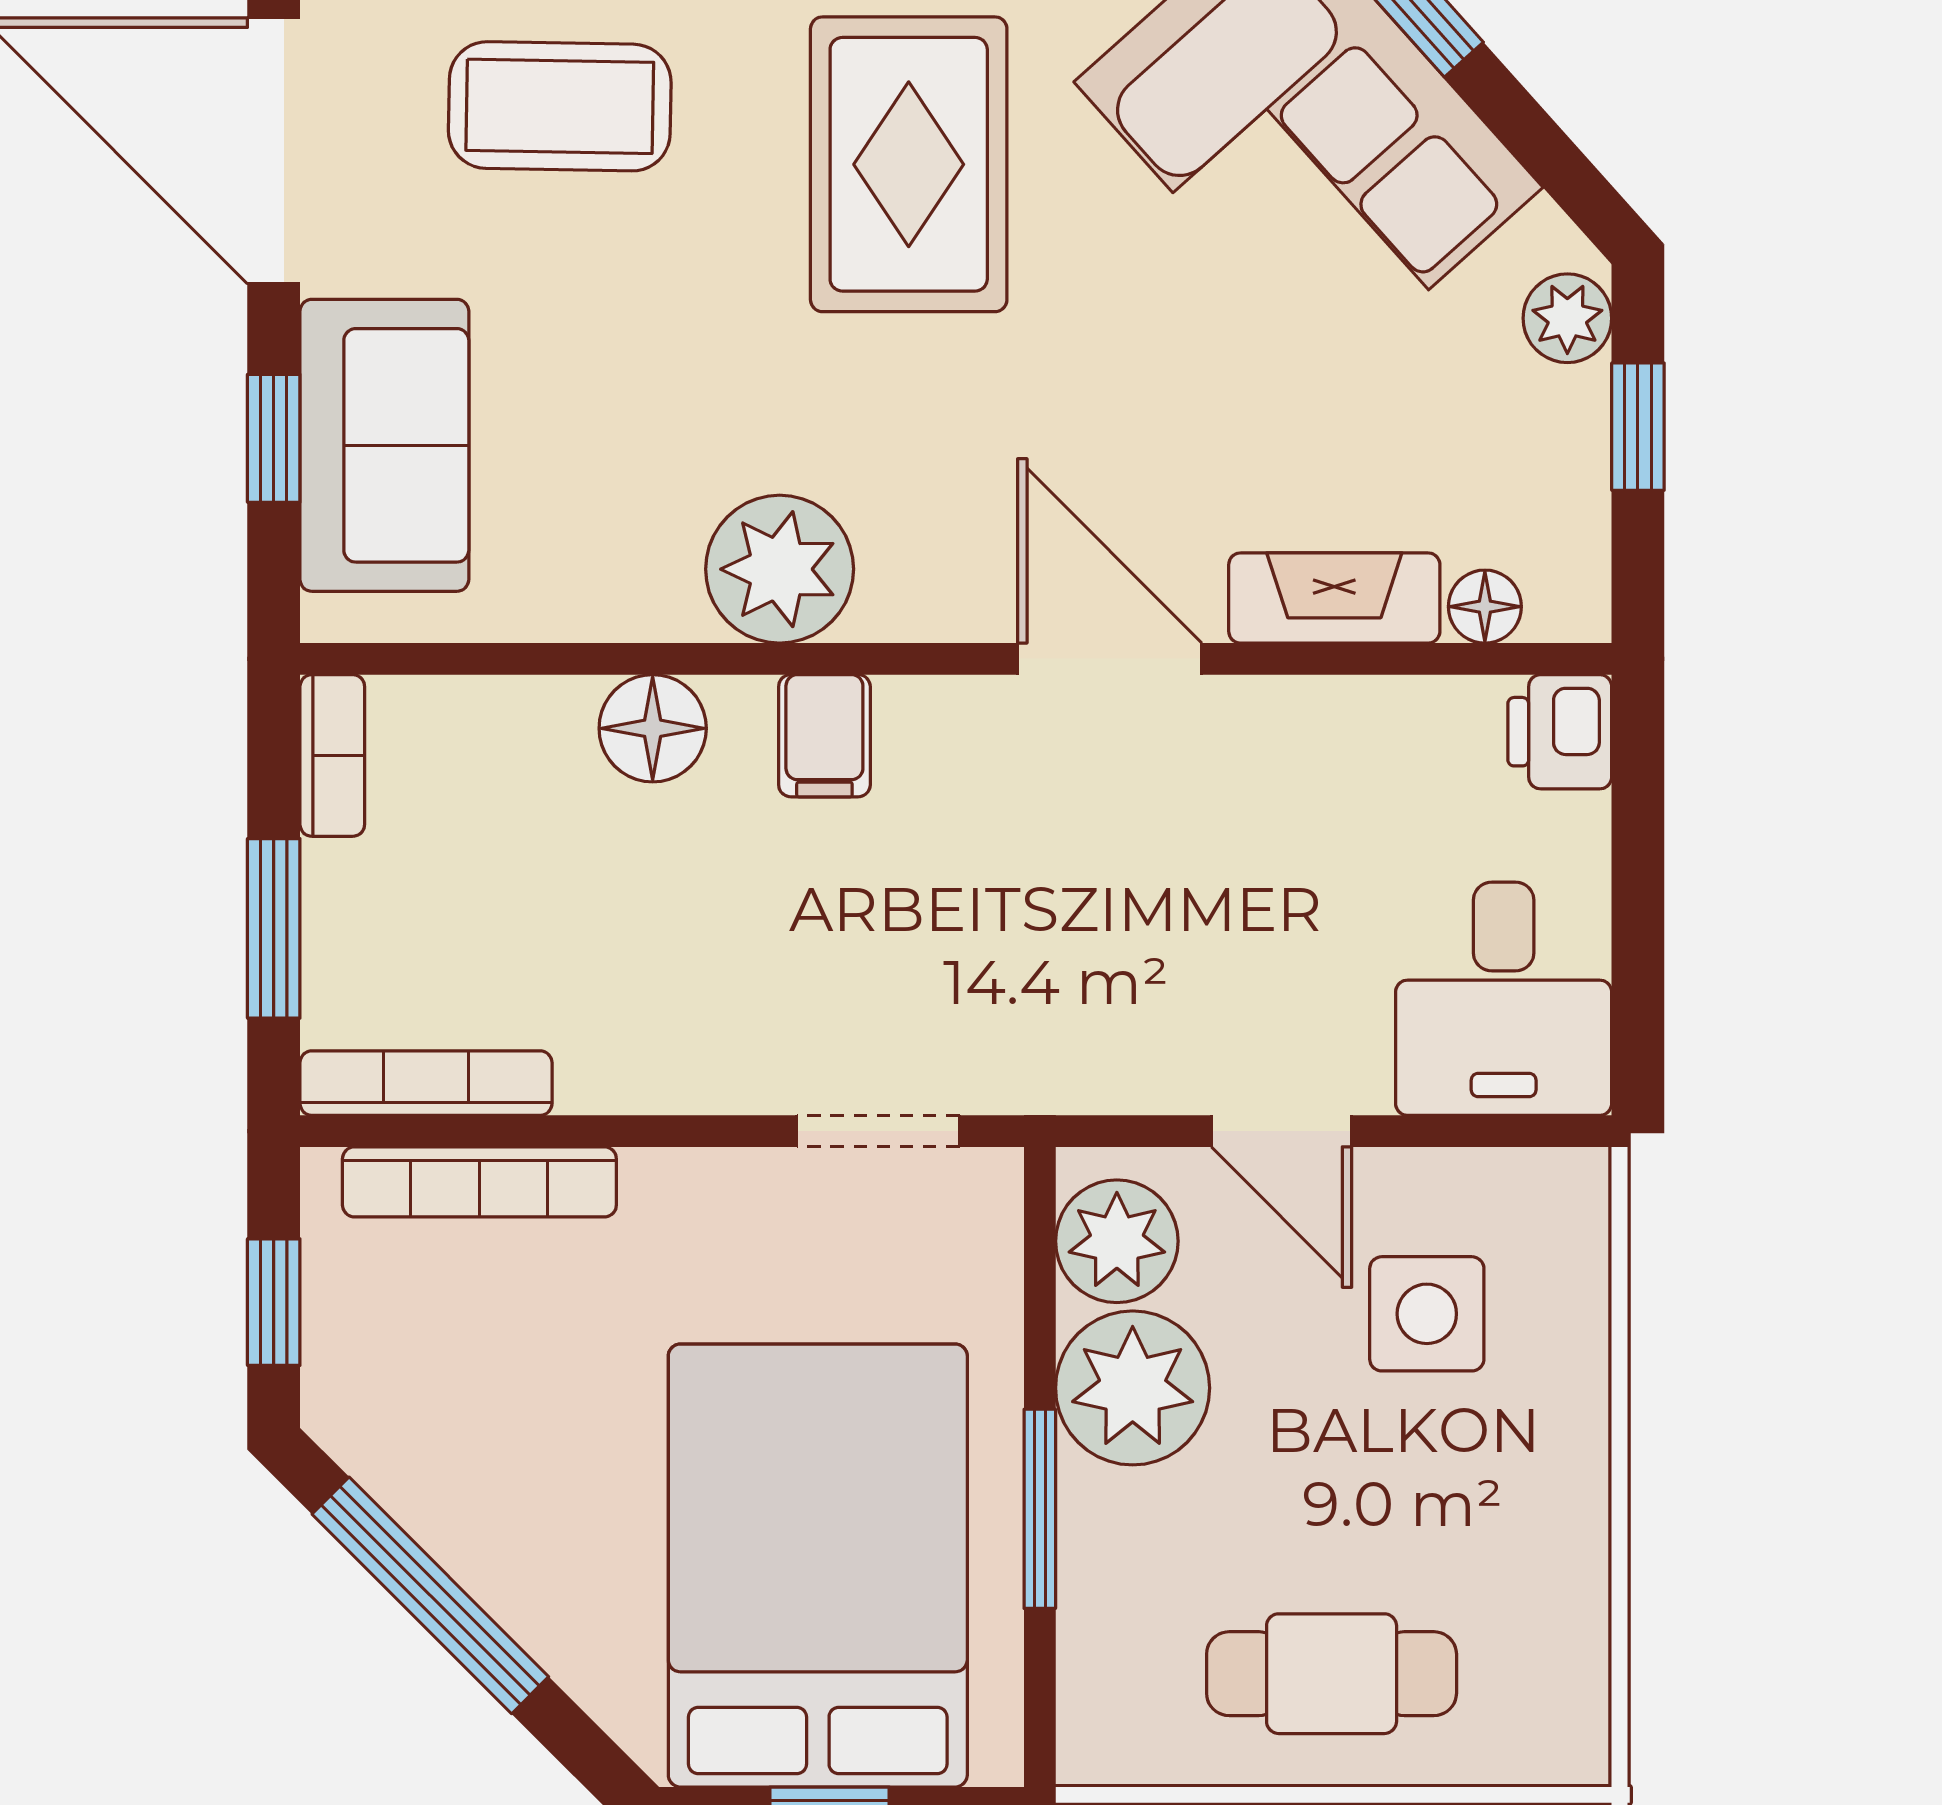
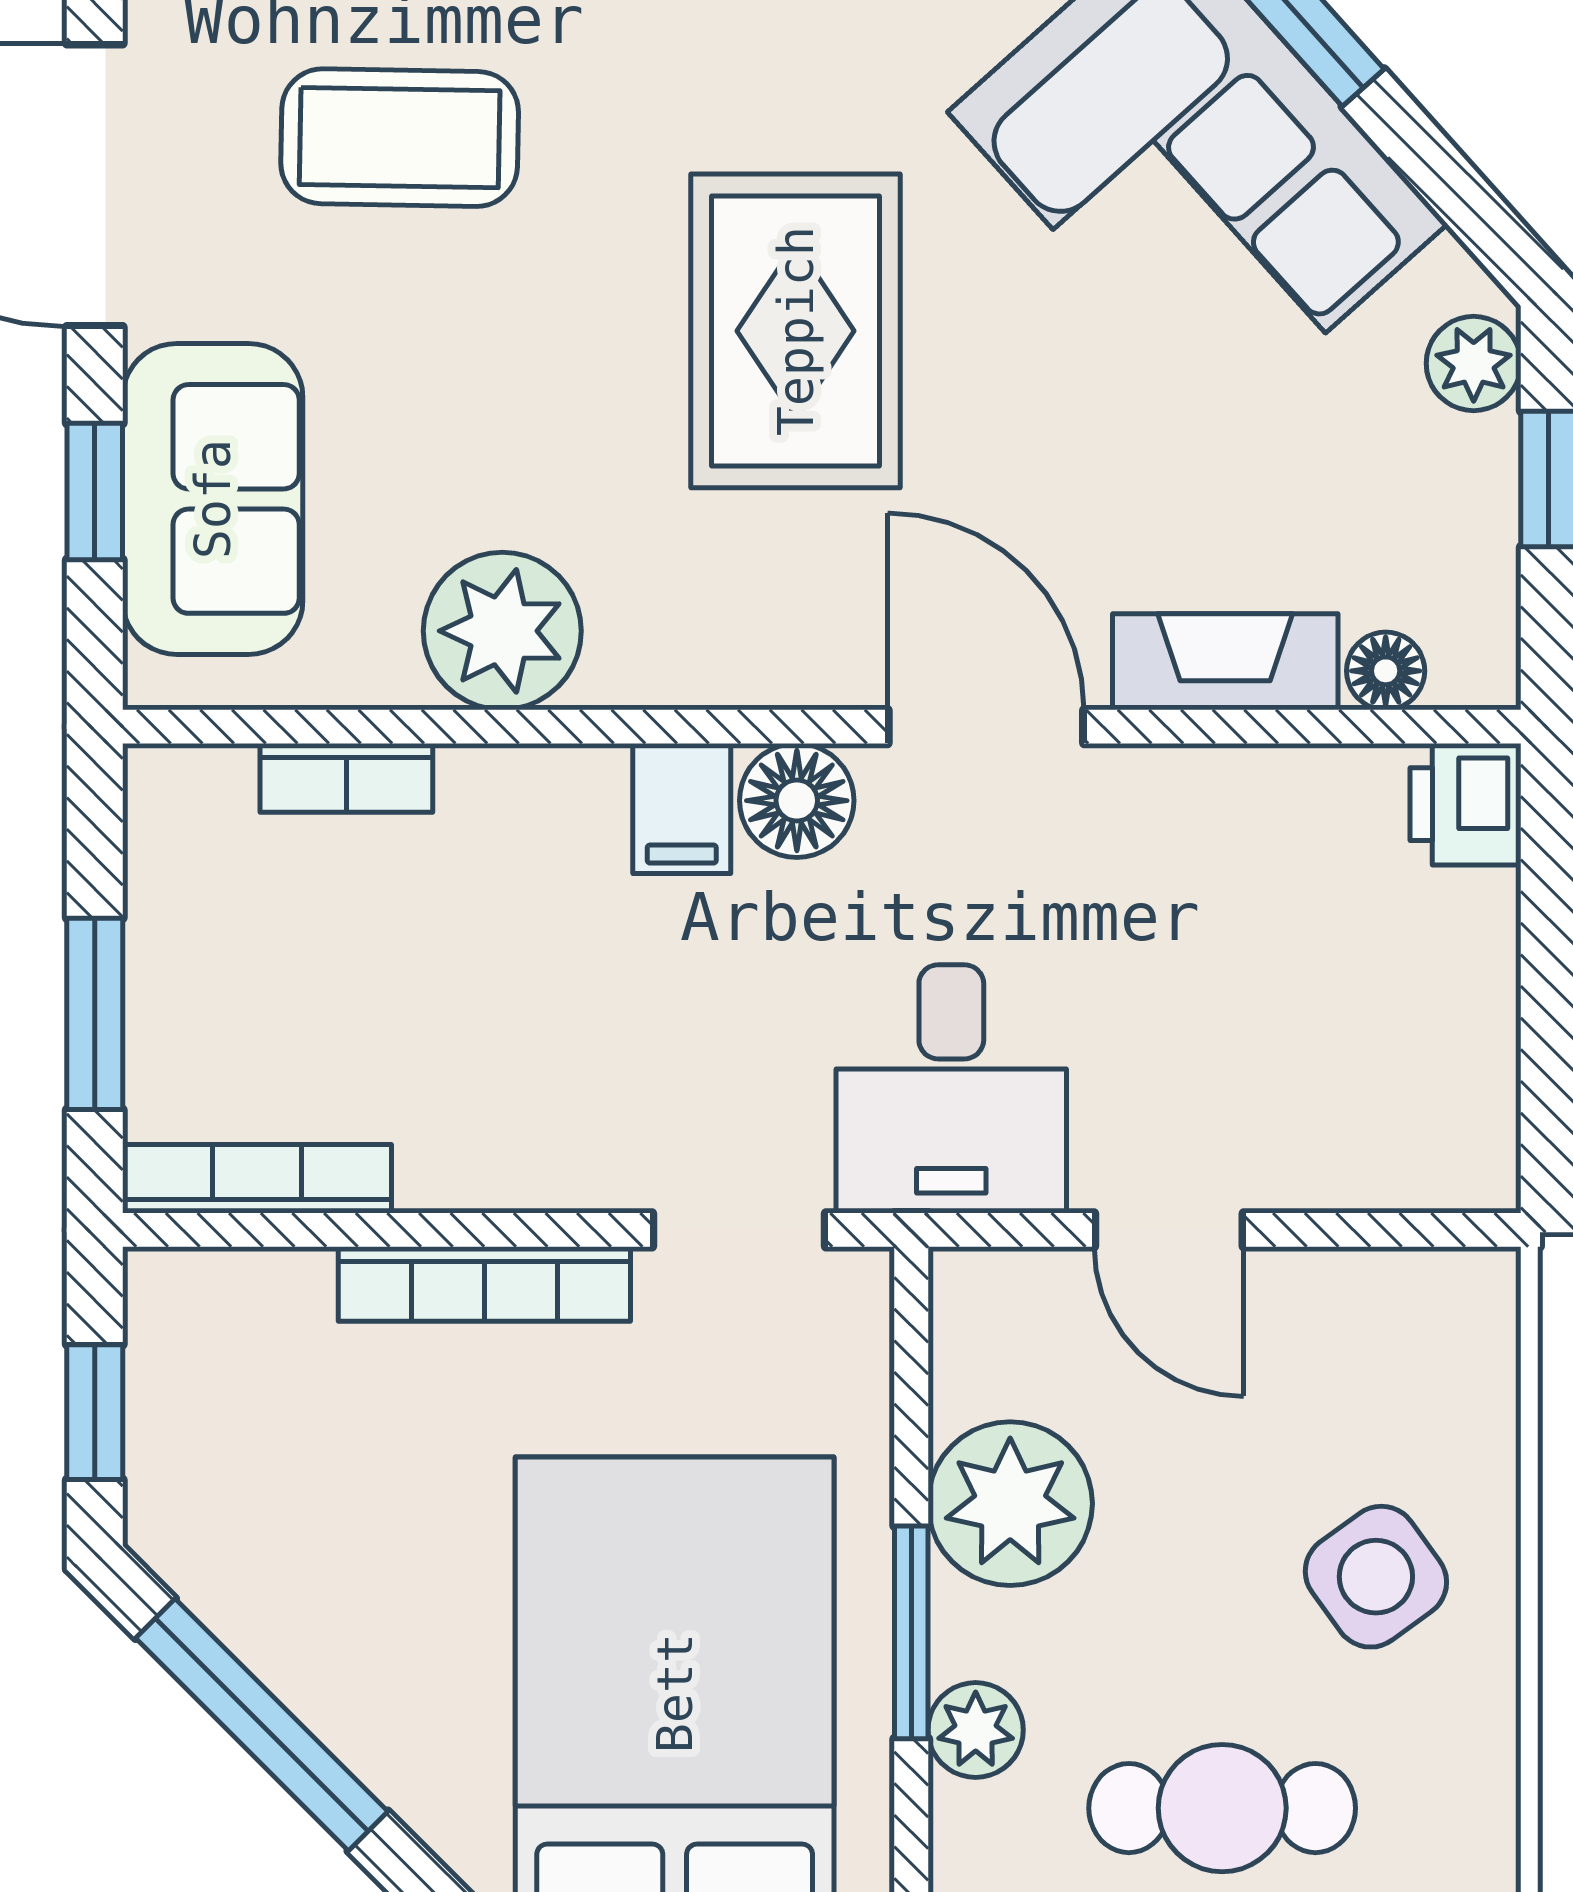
rug: (909, 164) -> (796, 331), moved
plant: (780, 569) -> (502, 631), moved
floor lamp: (653, 728) -> (797, 801), moved
bookcase: (332, 755) -> (346, 778), moved, turned 90
desk: (1504, 999) -> (951, 1089), moved
bookcase: (479, 1182) -> (484, 1284), moved
plant: (1117, 1241) -> (976, 1730), moved, width x0.73, depth x0.73
side table: (1427, 1314) -> (1376, 1577), moved, turned -36

